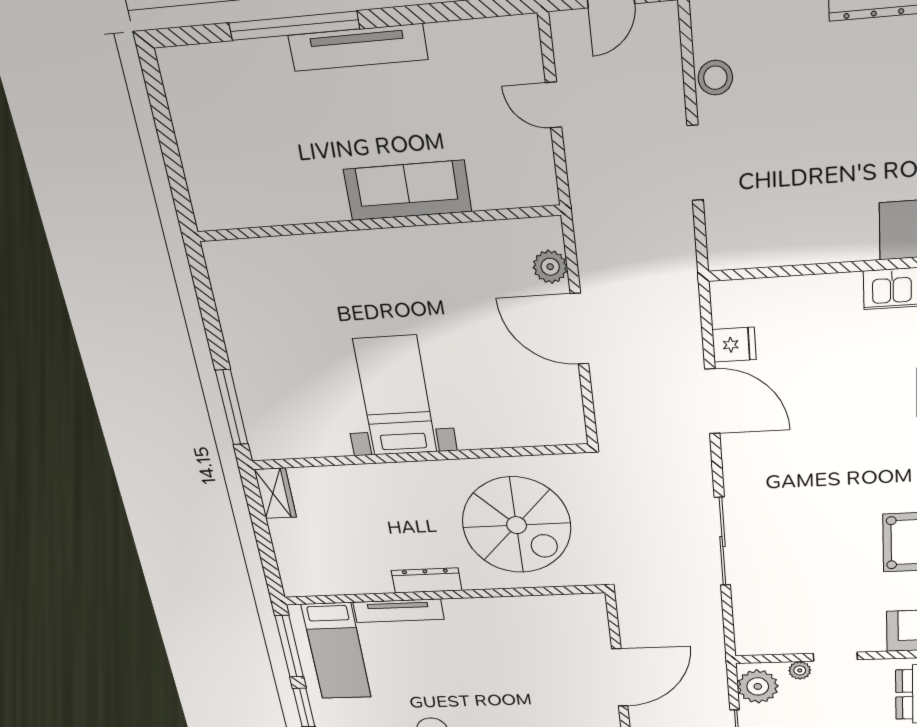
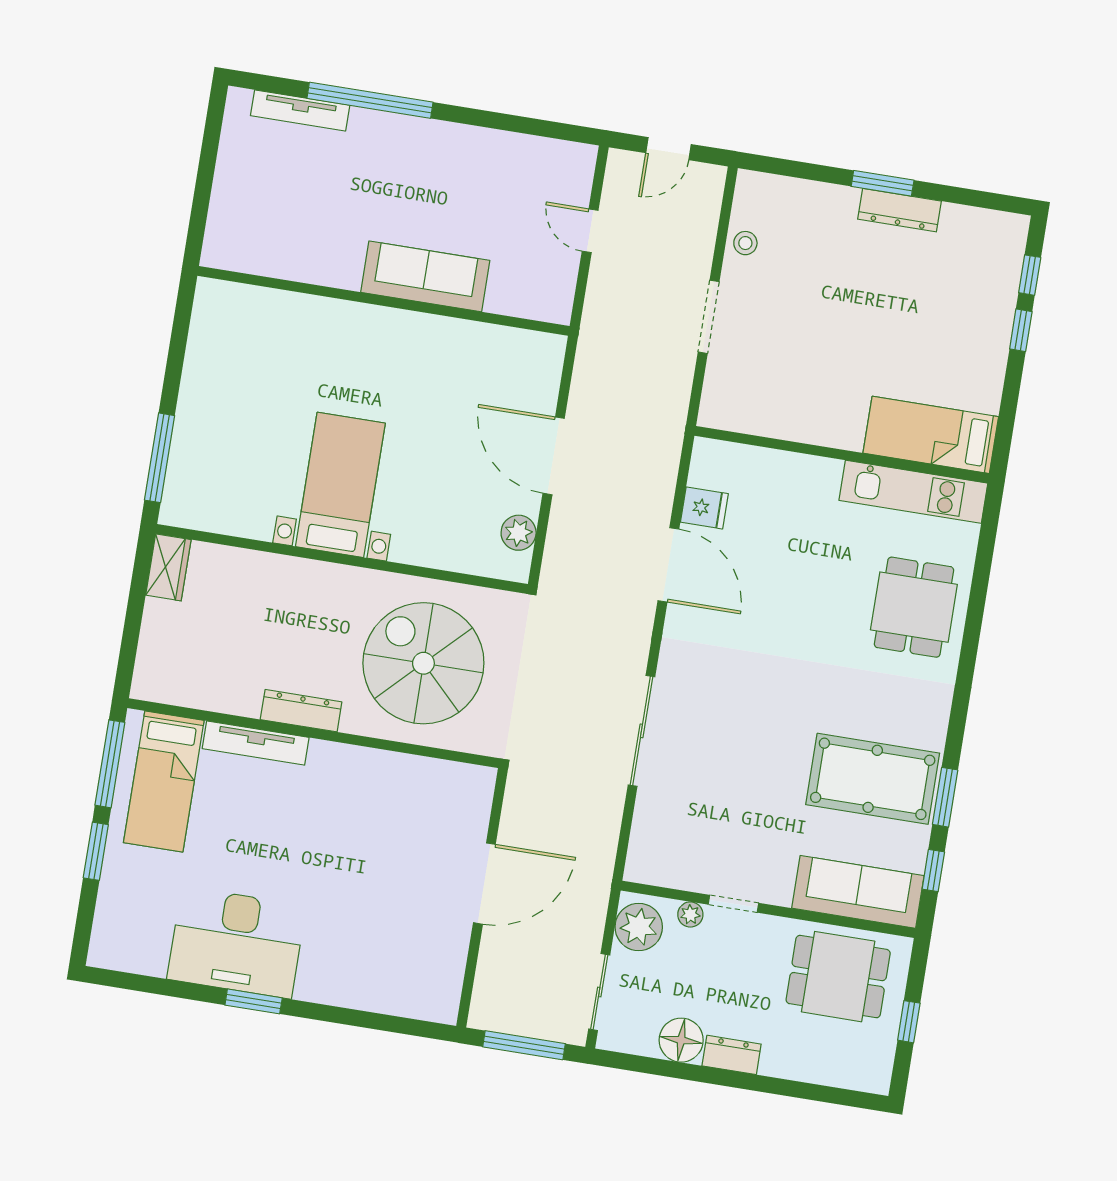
tv unit: (358, 48) -> (300, 110), moved, width x0.73, depth x0.78
stool: (715, 78) -> (745, 243), width x0.73, depth x0.73
plant: (550, 267) -> (519, 533), moved
spiral stairs: (517, 525) -> (423, 663), turned 180

